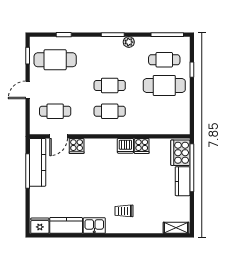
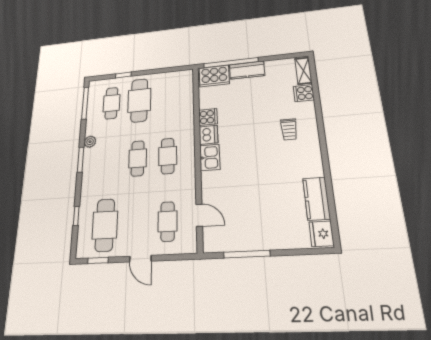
cooker: (77, 146) -> (304, 93), moved, turned 180
kitchen counter: (38, 162) -> (234, 241), removed
kitchen sink: (94, 226) -> (210, 157), moved, turned 180

